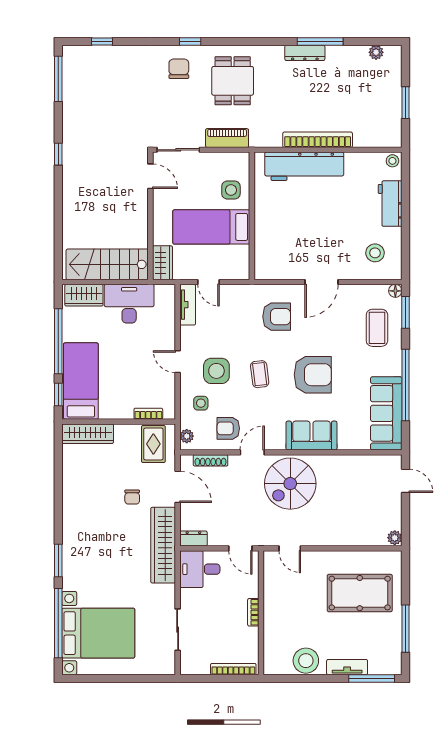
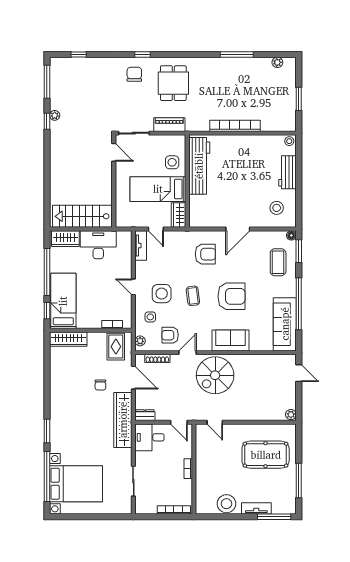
dresser: (305, 53) -> (226, 63), removed
plant: (69, 125) -> (55, 115), added
window: (58, 154) -> (47, 121), moved
workbench: (304, 166) -> (199, 166), moved, turned -90
wardrobe: (163, 263) -> (179, 215), moved, turned 180

